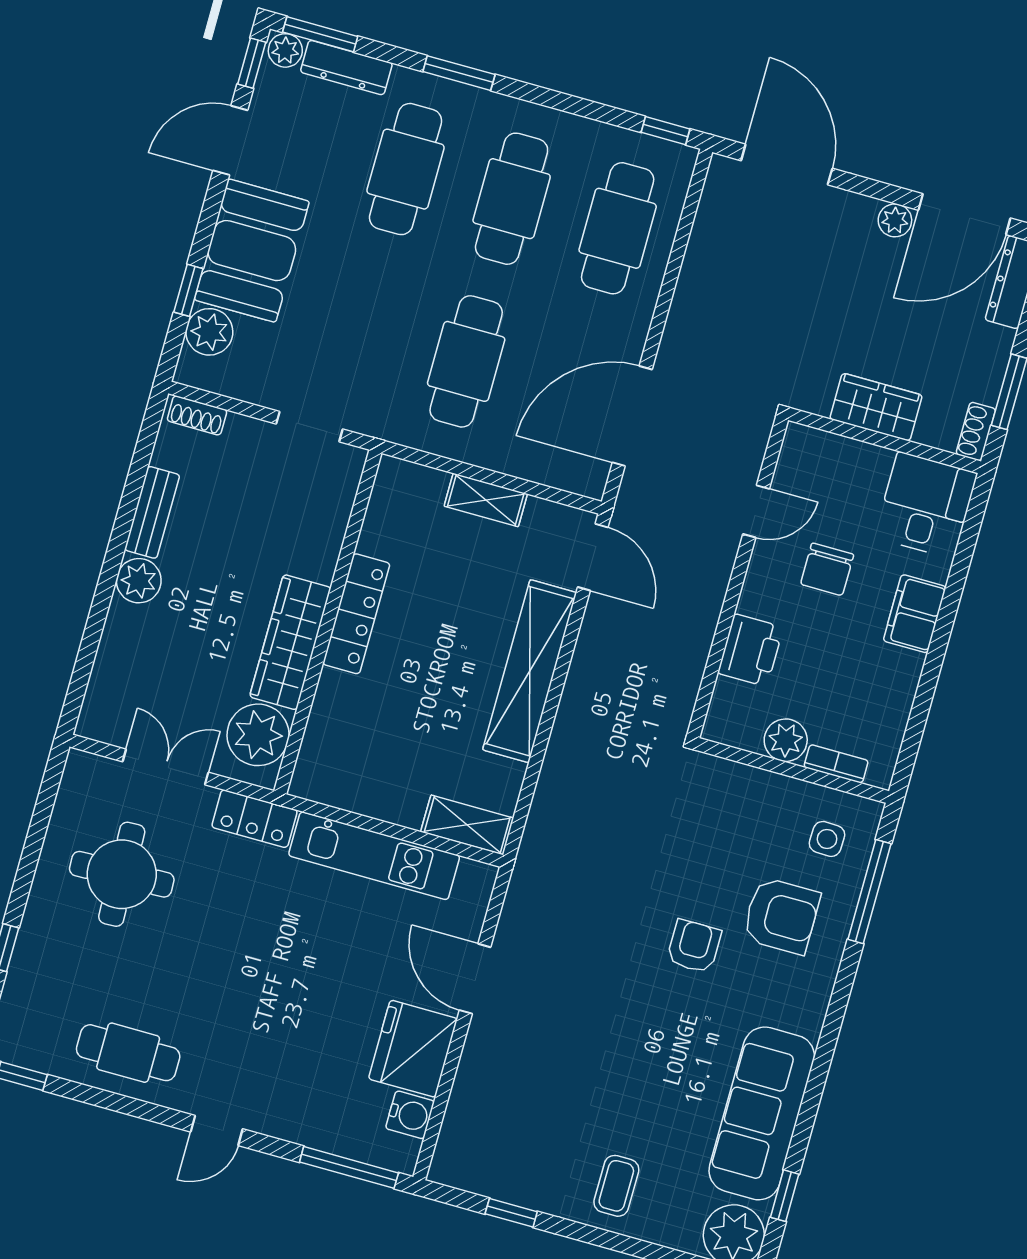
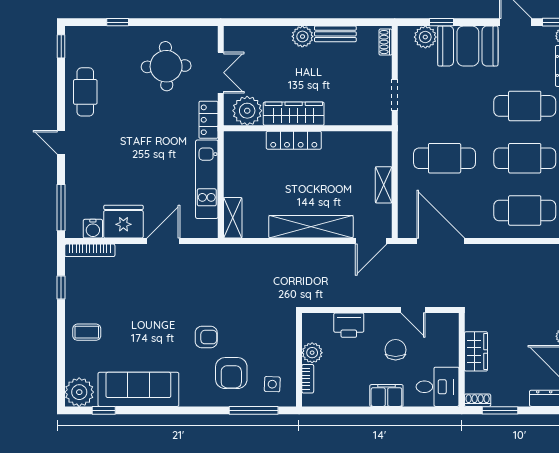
chair: (827, 569) -> (396, 350), turned 90
locker: (356, 614) -> (294, 140), moved
bookcase: (452, 1133) -> (90, 250), added

